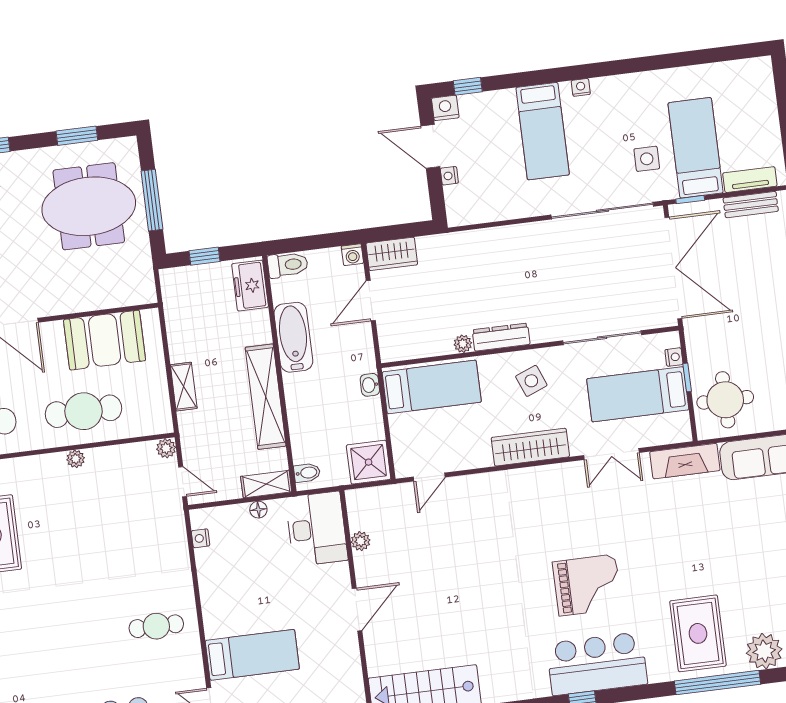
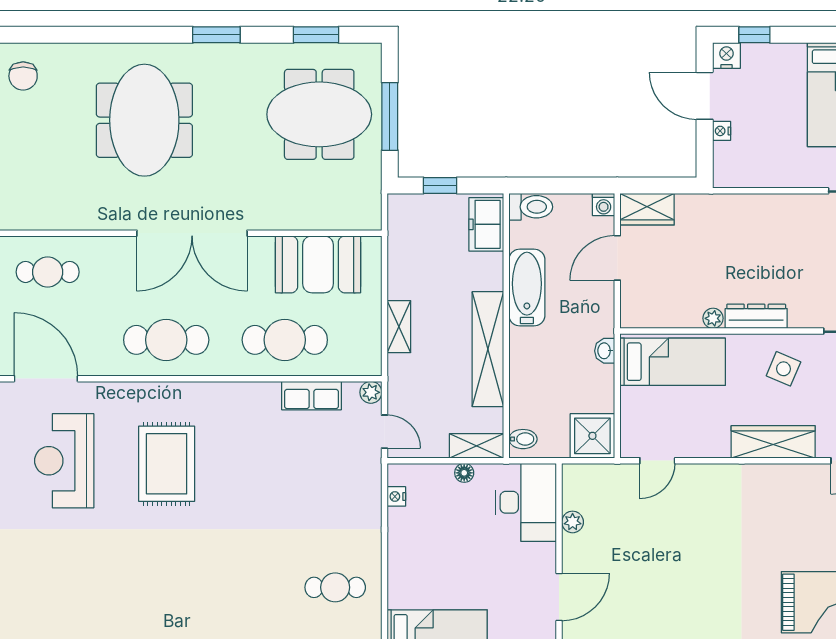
side table: (531, 381) -> (783, 369), turned 45
row of seats: (114, 458) -> (311, 396), added
plant: (76, 459) -> (269, 391), removed

